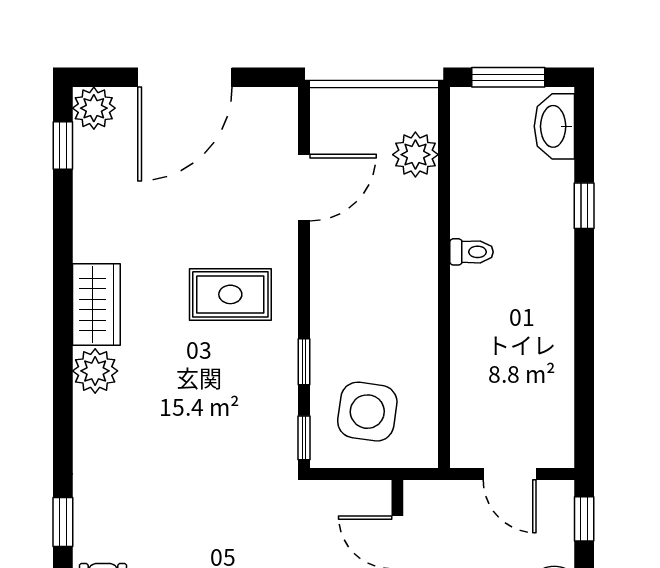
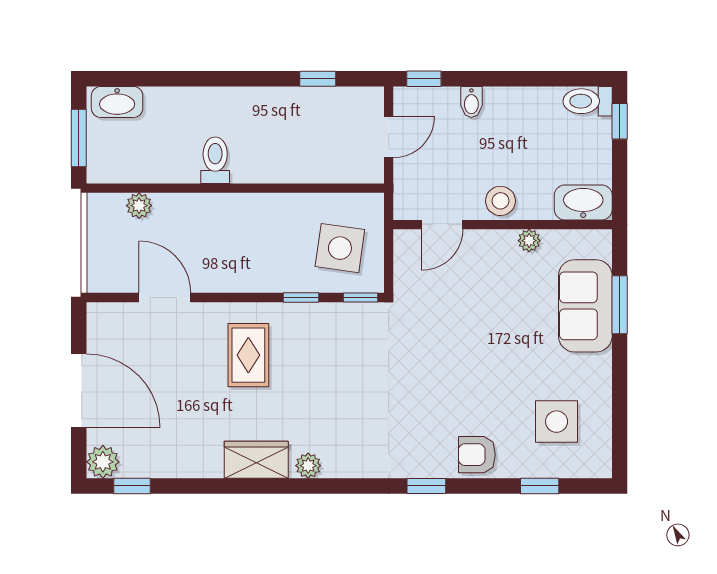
plant: (415, 155) -> (139, 206), width x0.73, depth x0.73
window: (584, 206) -> (318, 79), moved
toilet: (471, 252) -> (215, 160), width x1.37, depth x1.39
plant: (95, 371) -> (308, 466), width x0.73, depth x0.73

